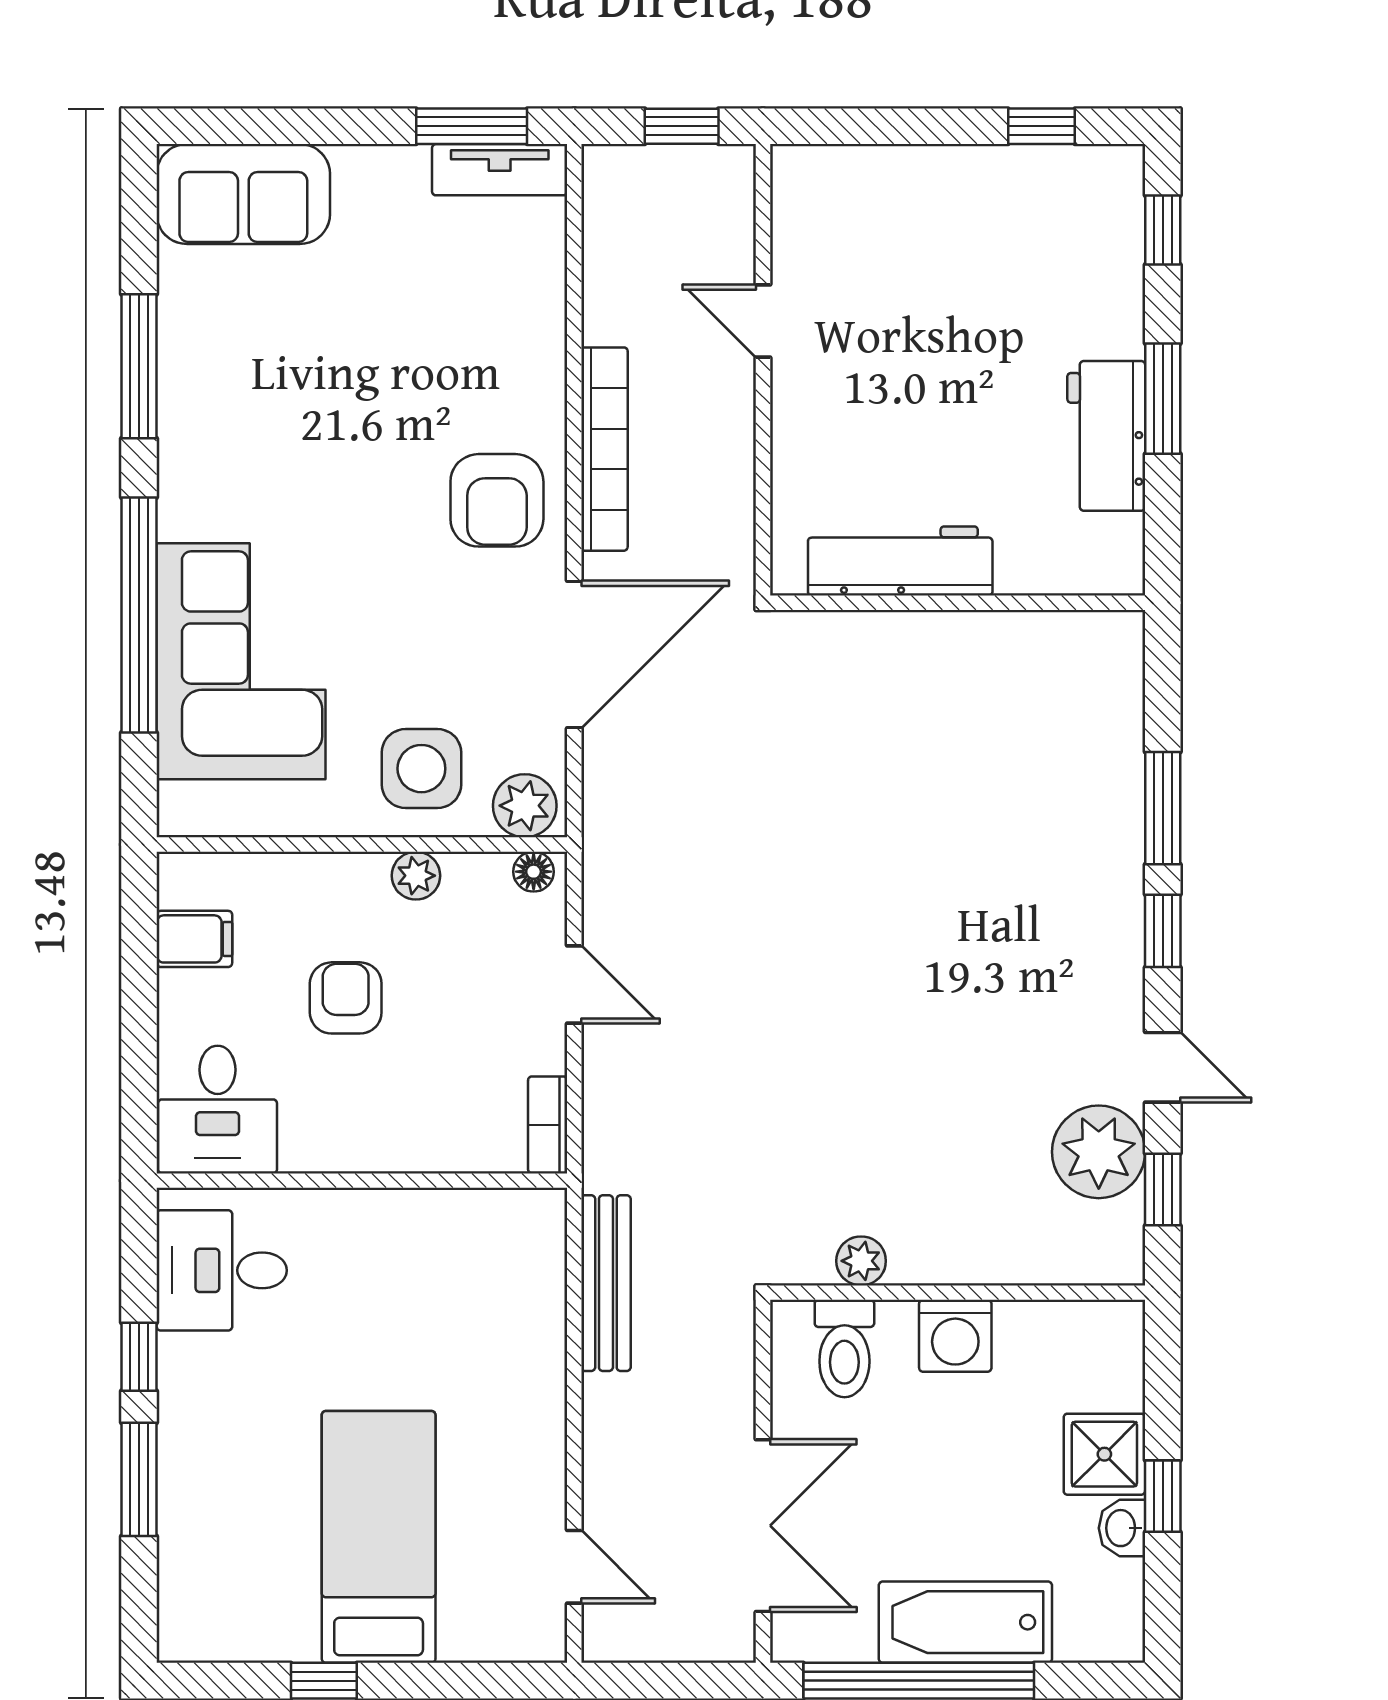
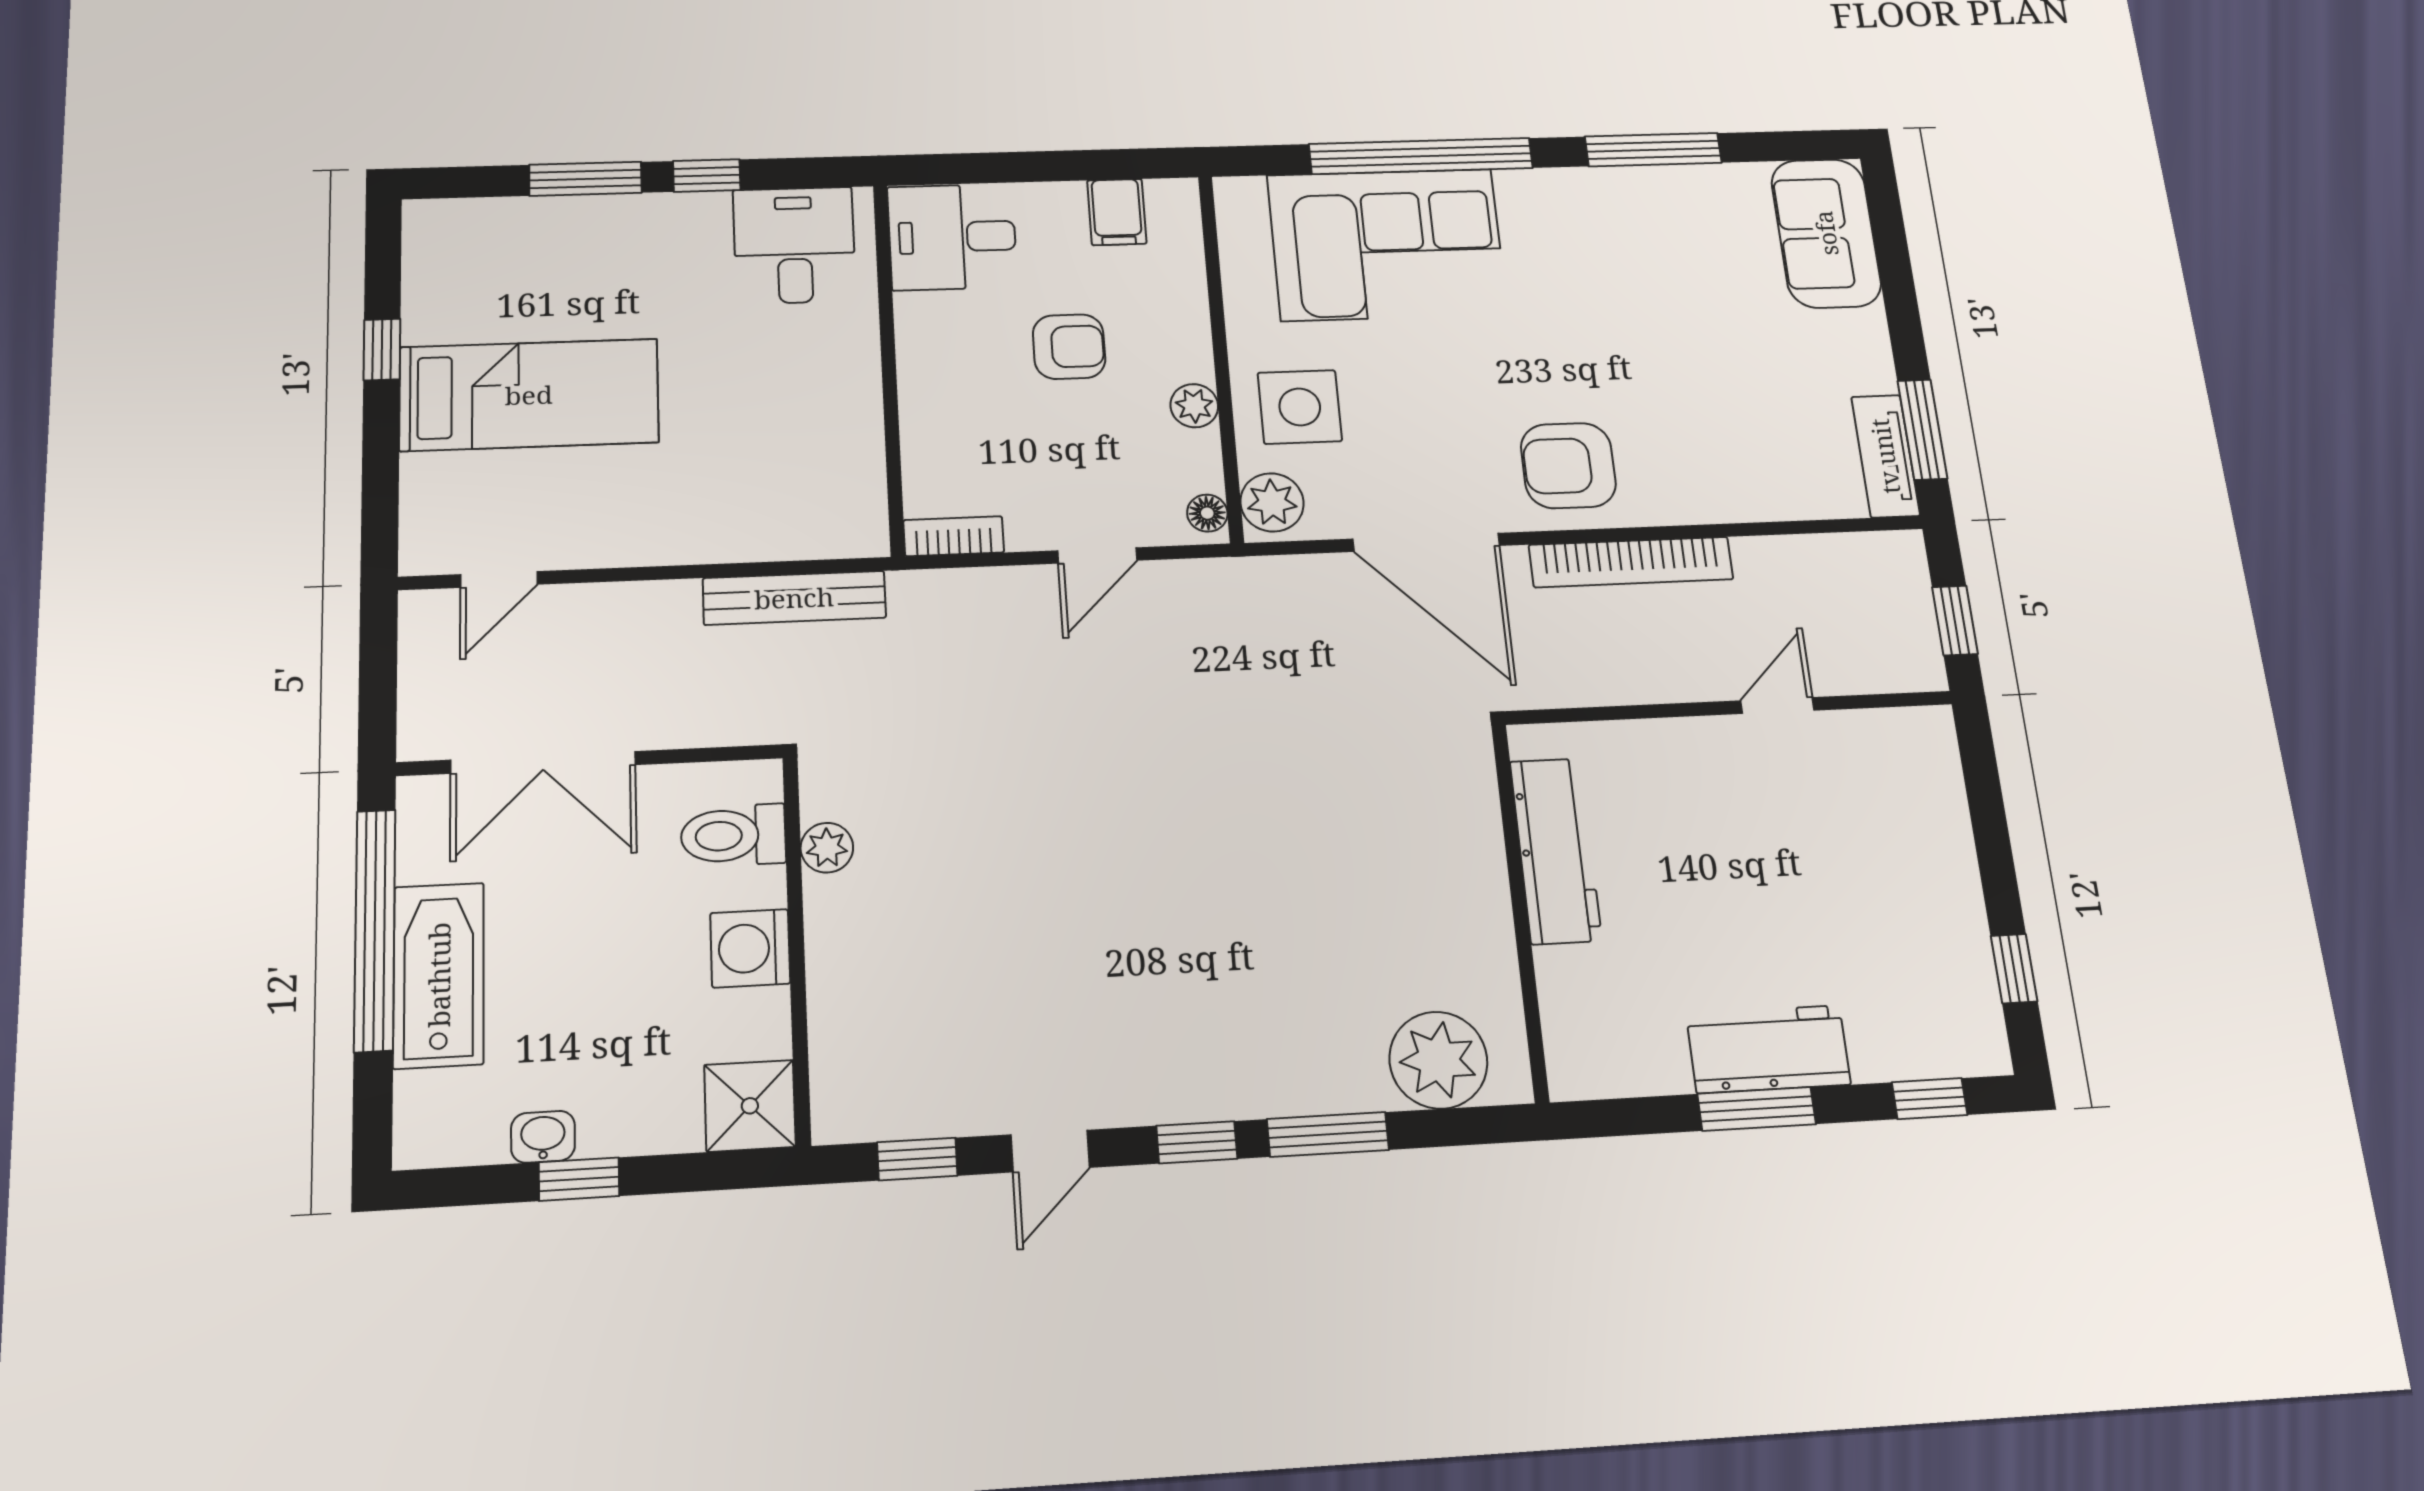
workbench: (1106, 436) -> (1768, 1049), moved
plant: (1099, 1152) -> (1438, 1060), moved
shower: (1104, 1454) -> (750, 1106), moved

